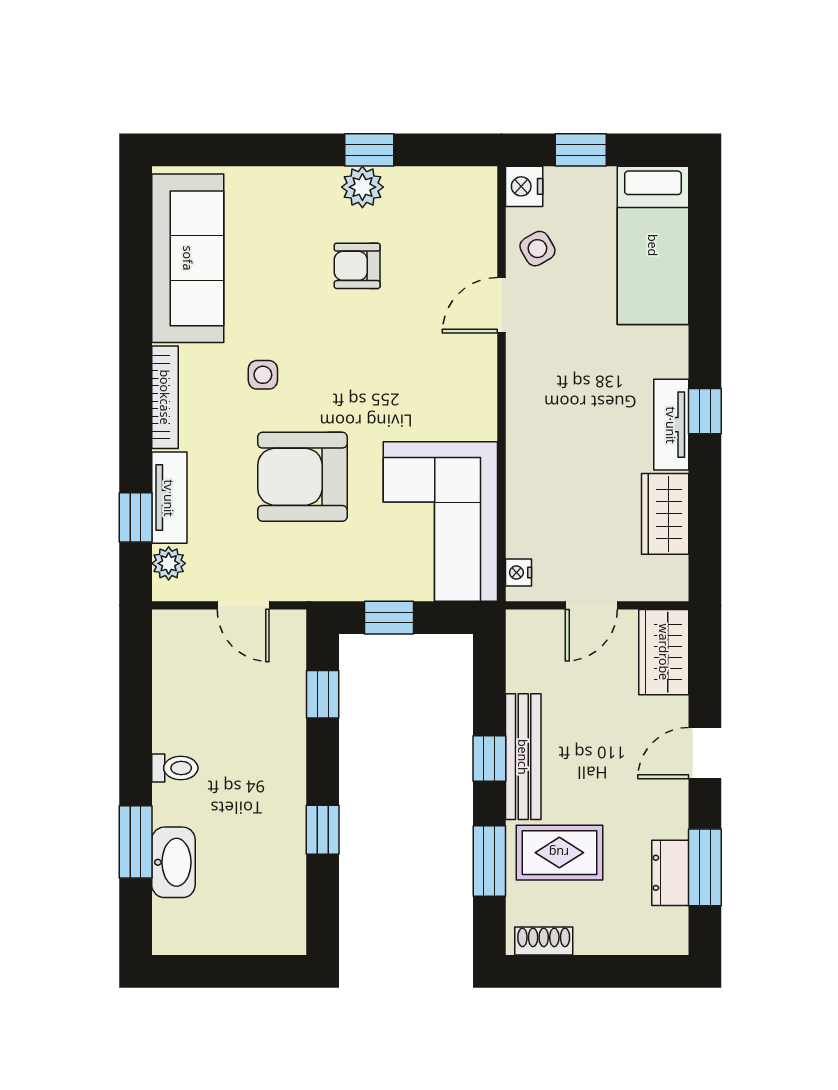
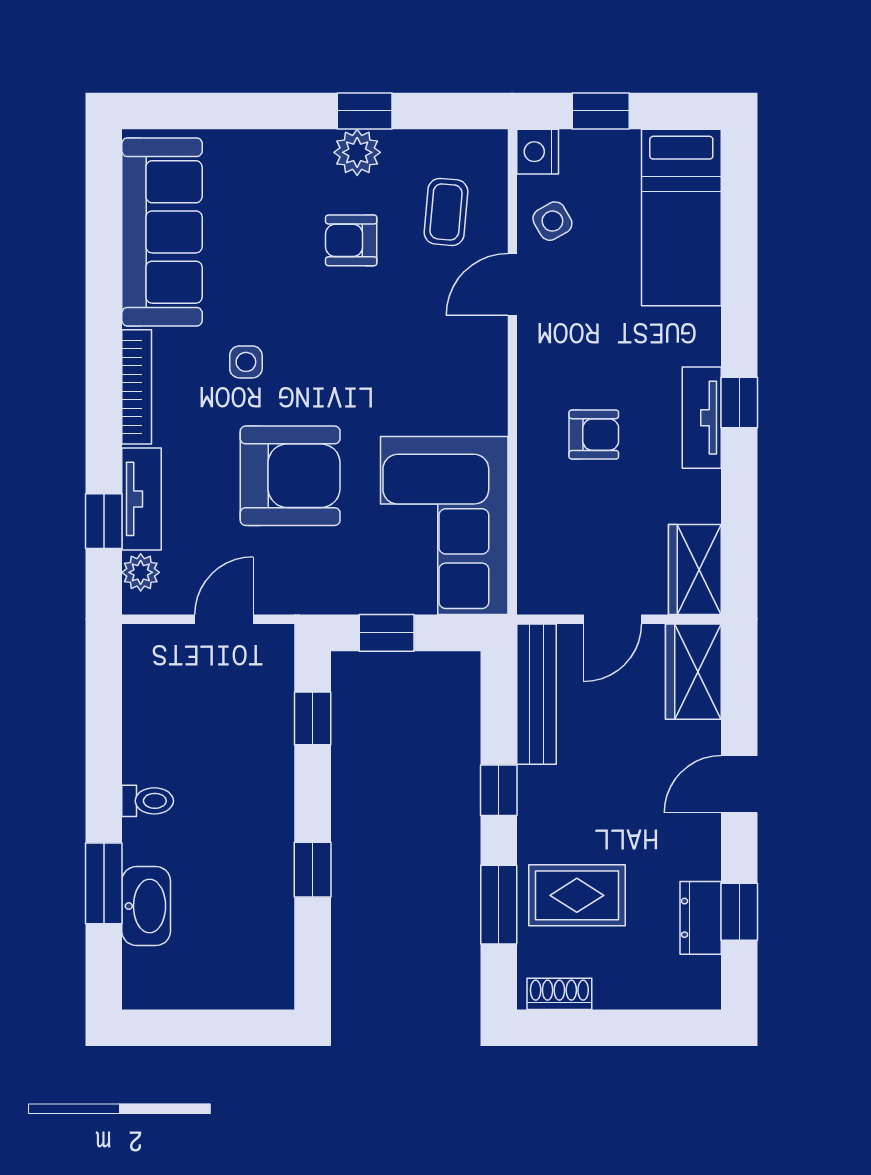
coffee table: (442, 240) -> (446, 212), added
armchair: (575, 440) -> (594, 435), added
armchair: (302, 477) -> (290, 476), turned 180
wardrobe: (665, 514) -> (695, 570), moved
nightstand: (518, 573) -> (531, 583), removed
door: (243, 605) -> (224, 619), swing flipped
bench: (523, 757) -> (537, 694), moved
window: (705, 867) -> (739, 912), width x0.67

